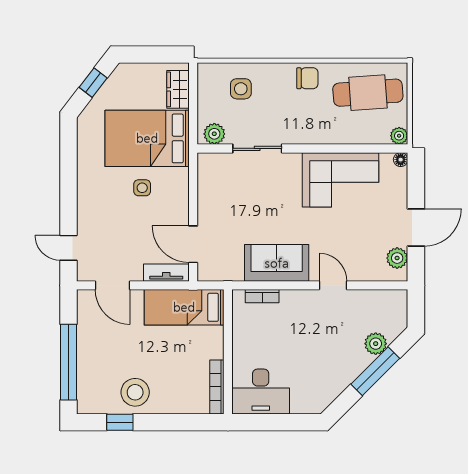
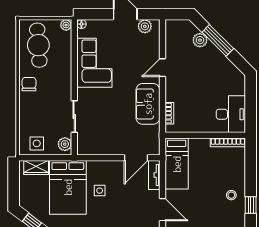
side table: (241, 89) -> (37, 143), moved
door: (113, 285) -> (162, 210), hinge flipped
stool: (135, 392) -> (231, 195), width x0.53, depth x0.53

